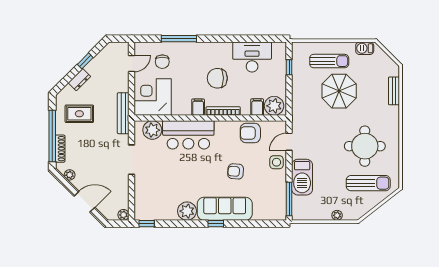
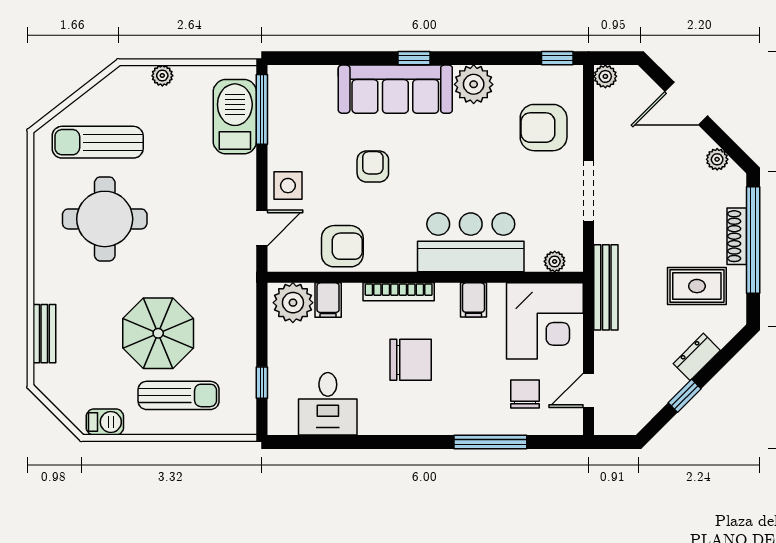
desk: (252, 57) -> (328, 404), width x0.73
sun lounger: (329, 61) -> (179, 395), turned 180
filing cabinet: (198, 107) -> (473, 300), moved
plant: (152, 130) -> (555, 261), width x0.53, depth x0.53
shoe rack: (60, 149) -> (737, 236), moved
armchair: (236, 171) -> (373, 166), turned -94
barbecue: (302, 177) -> (235, 117), moved
armchair: (153, 190) -> (544, 128), added

